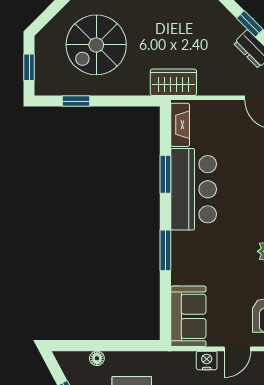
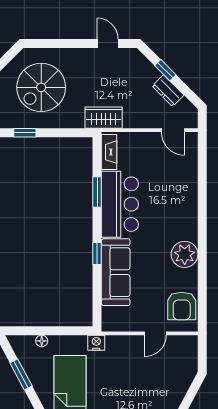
window: (165, 250) -> (97, 254), width x0.67
sofa: (188, 316) -> (116, 272), moved, width x1.36
nightstand: (207, 360) -> (96, 343), moved

